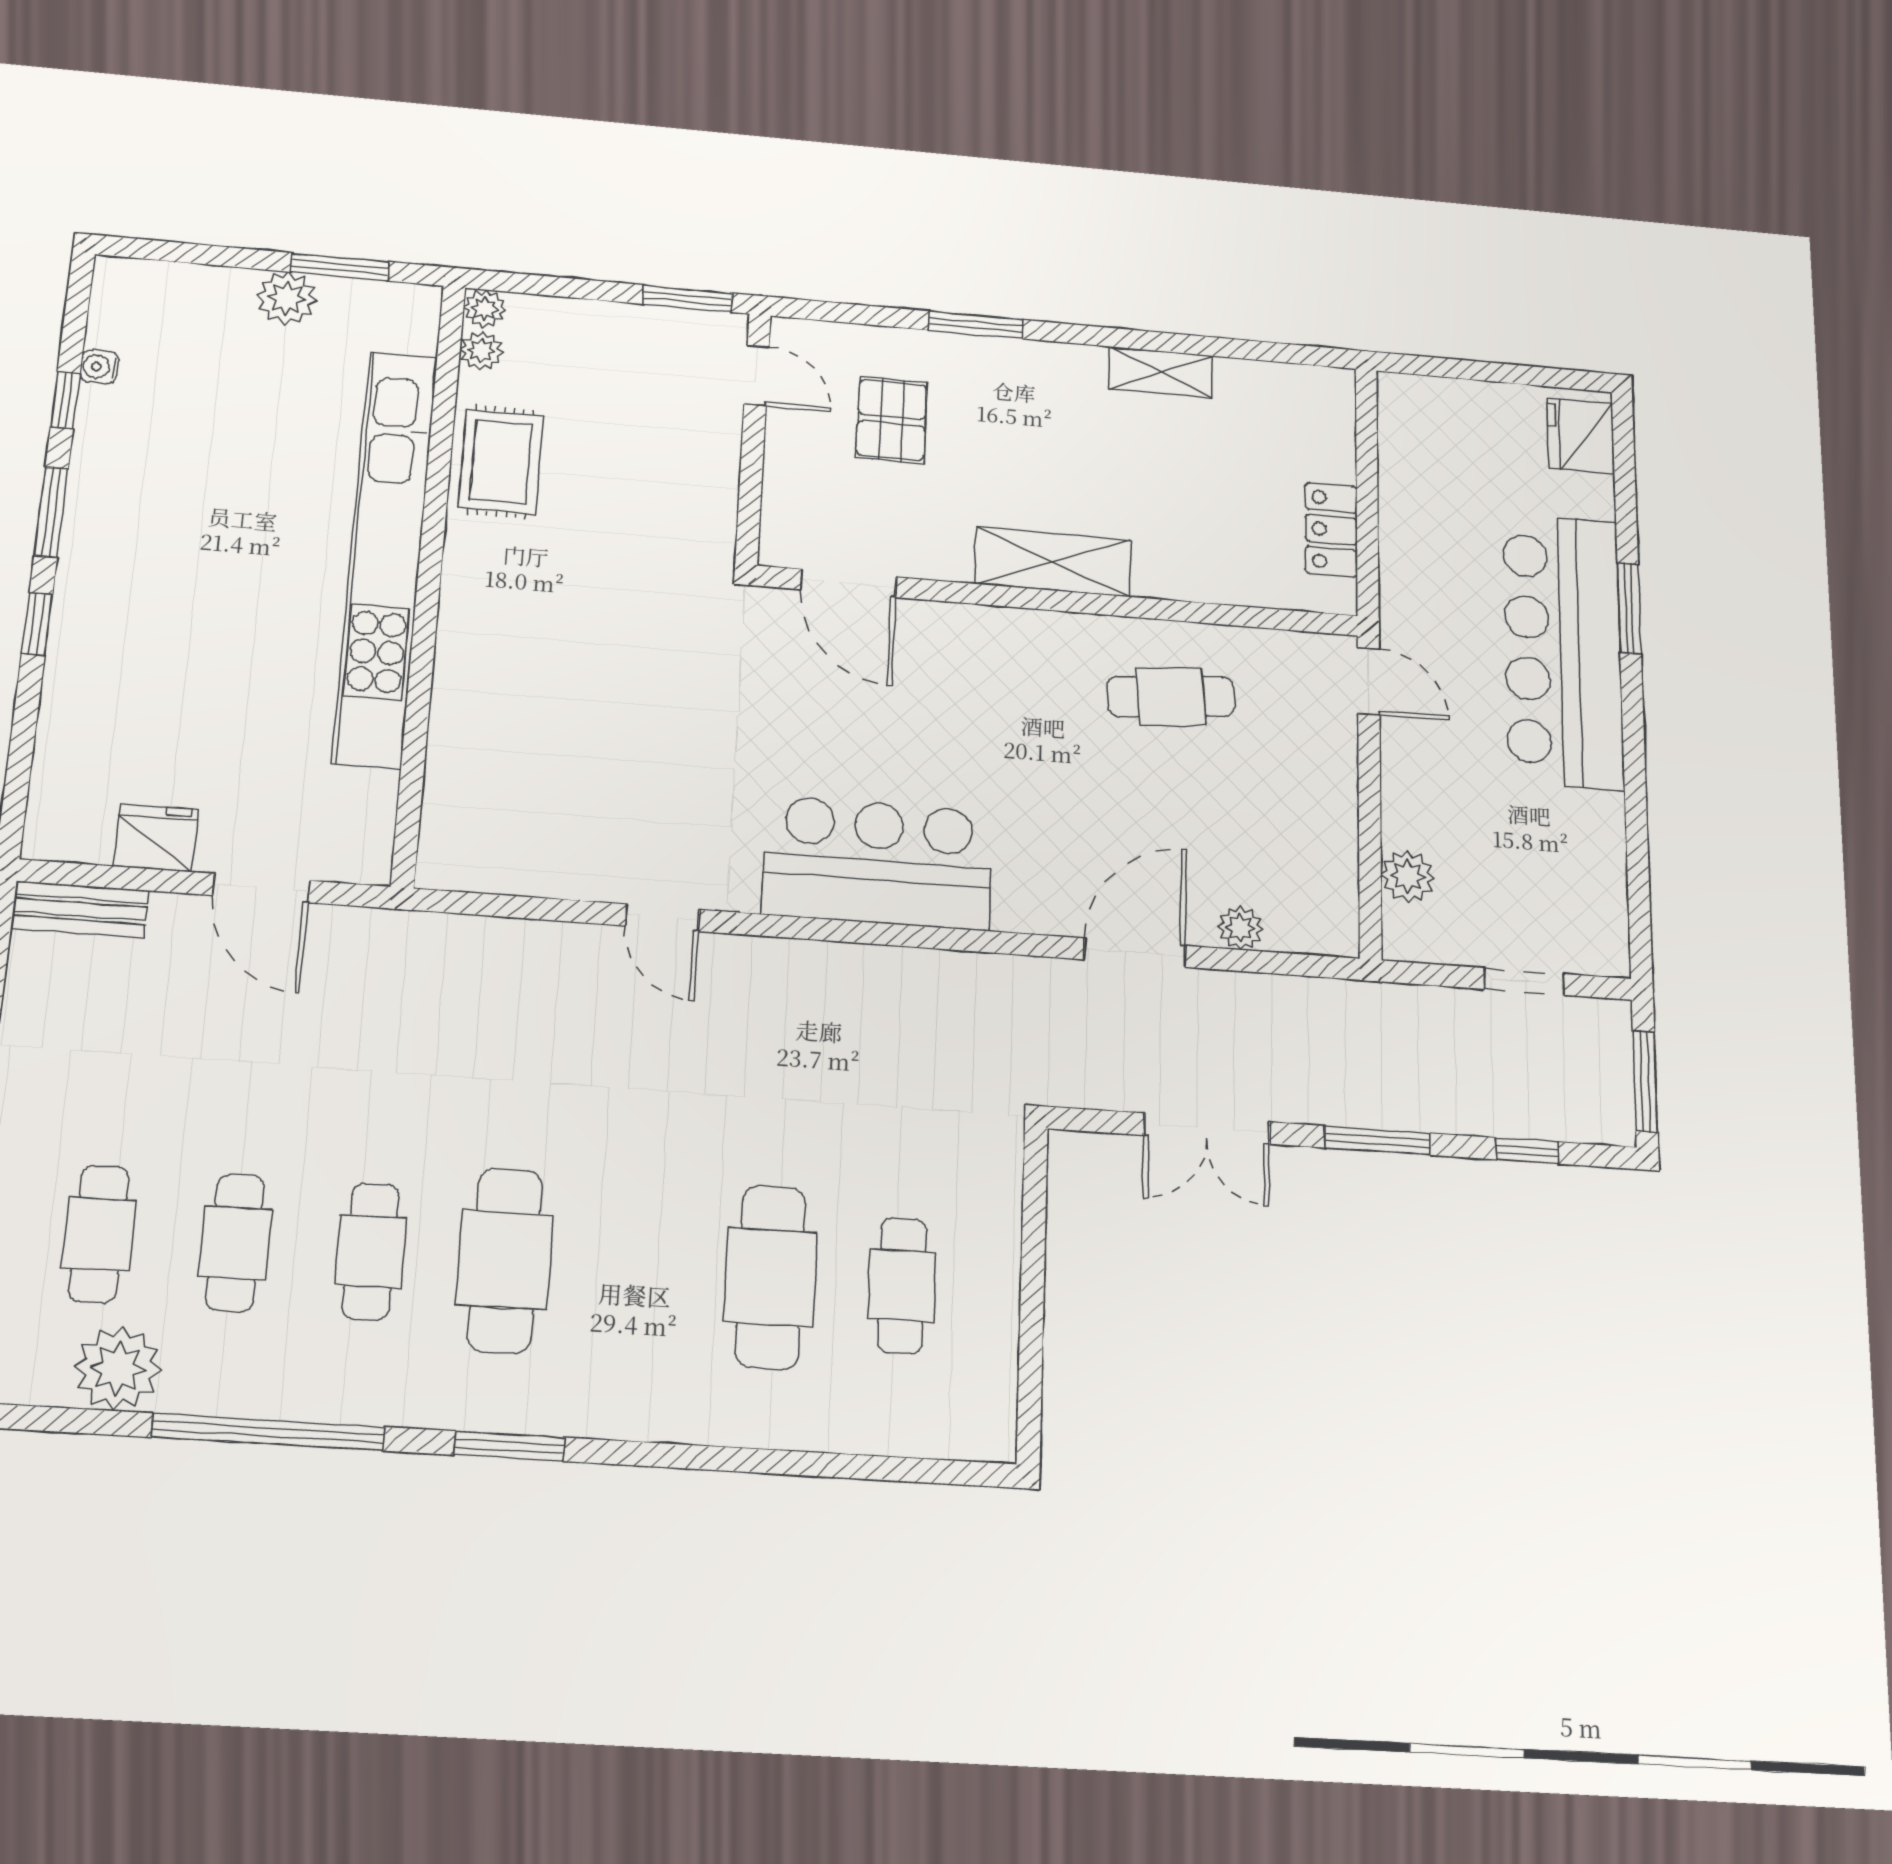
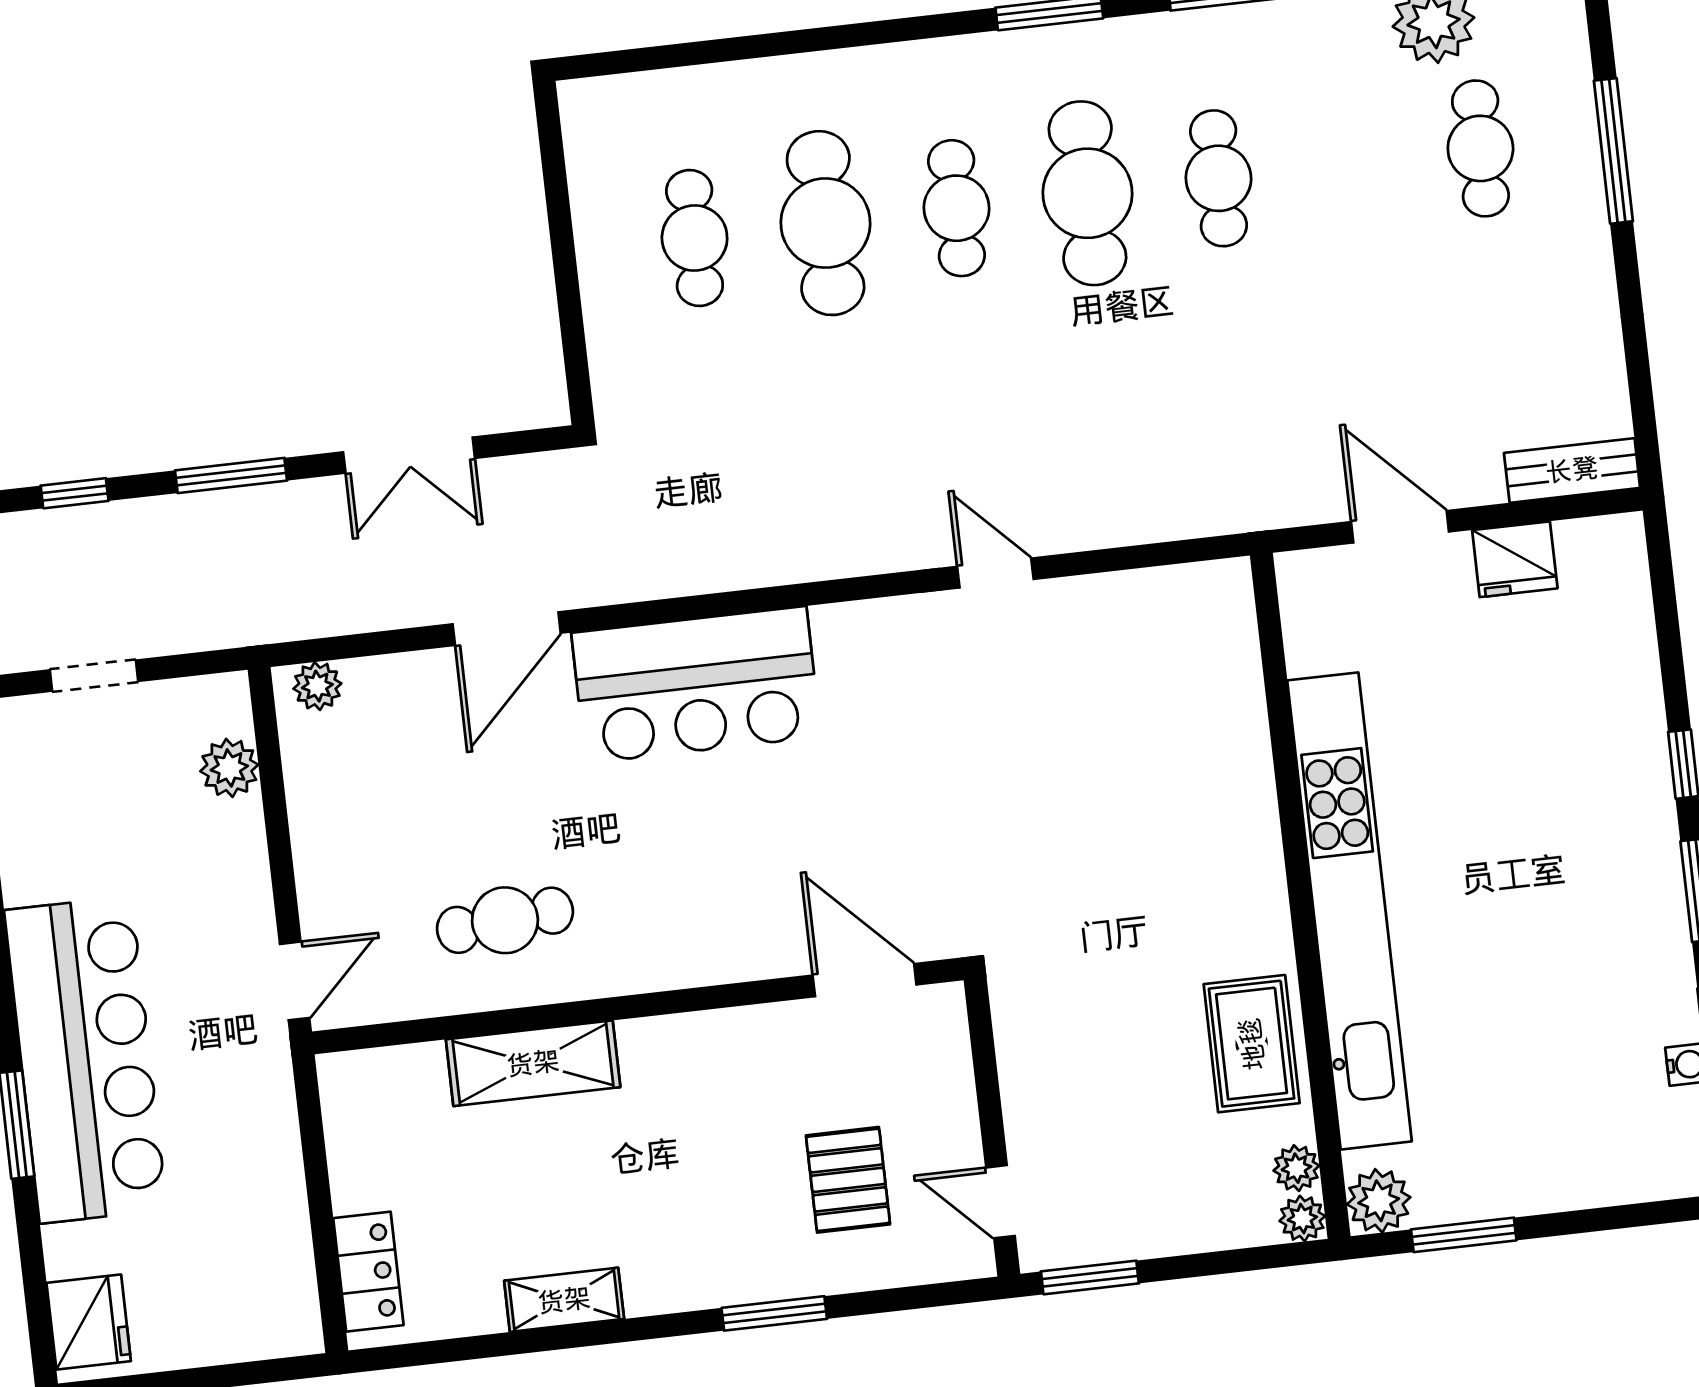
plant: (286, 298) -> (1379, 1201), moved
locker: (1331, 530) -> (368, 1272), moved
shelving: (1053, 562) -> (533, 1063), moved
door: (1369, 681) -> (295, 981), swing flipped
bar counter: (878, 863) -> (696, 685), moved
plant: (1240, 928) -> (317, 686), moved
double door: (1207, 1129) -> (409, 455), swing flipped
cafe table: (235, 1243) -> (957, 208), moved

